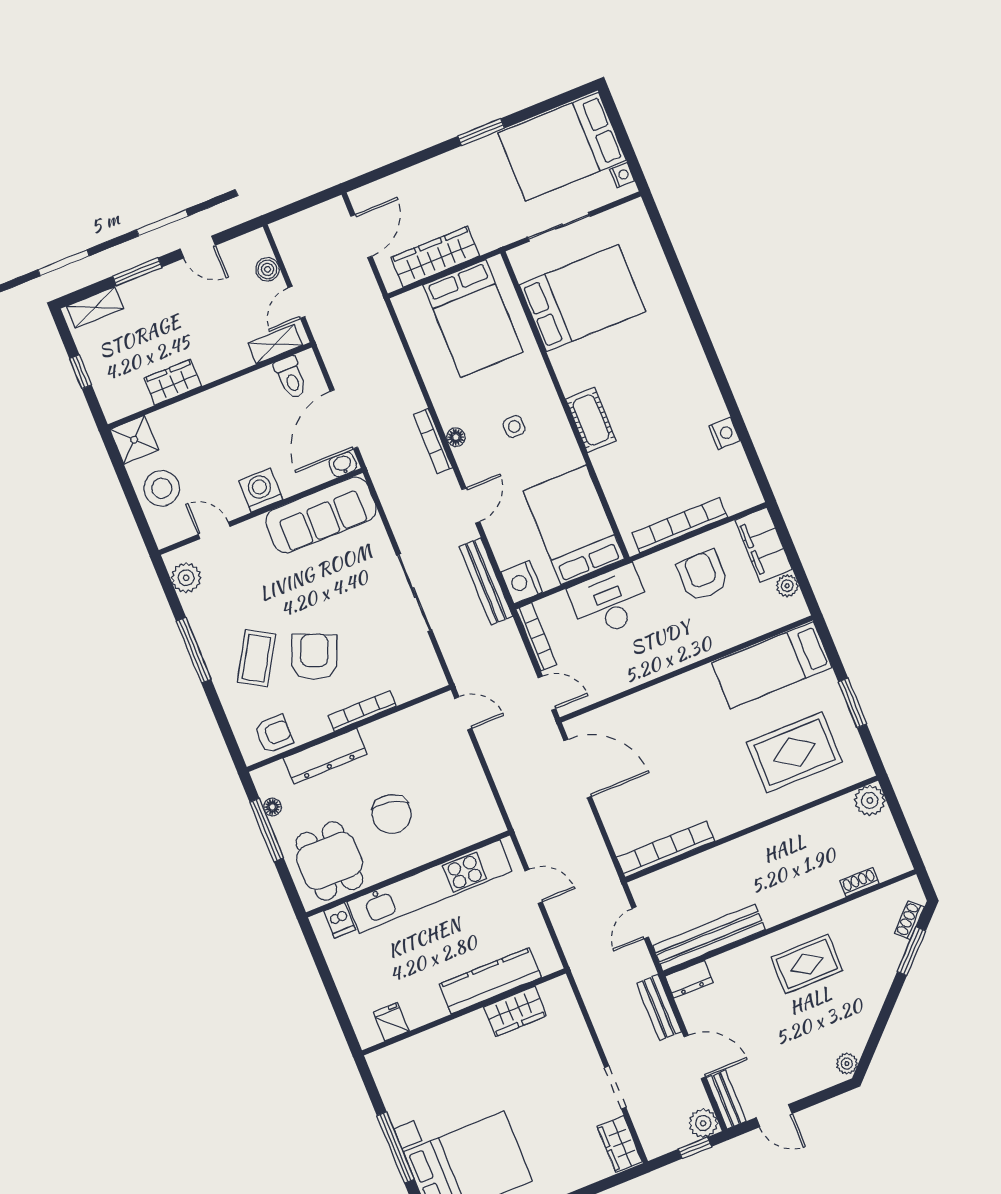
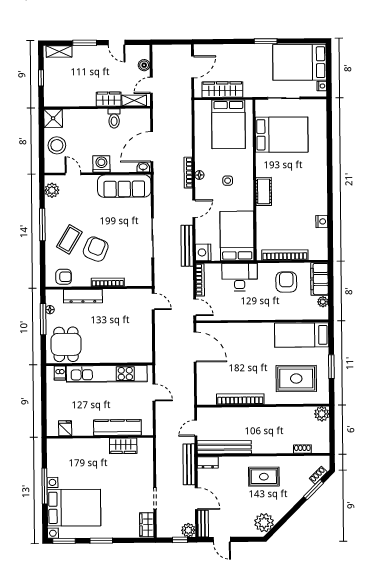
toilet: (291, 377) -> (114, 118), moved
wardrobe: (173, 382) -> (109, 99), moved
chair: (392, 814) -> (103, 334), removed
bookcase: (666, 849) -> (240, 399), moved
bench: (659, 1007) -> (189, 464), width x1.36
plant: (847, 1064) -> (264, 523), width x1.88, depth x1.88

